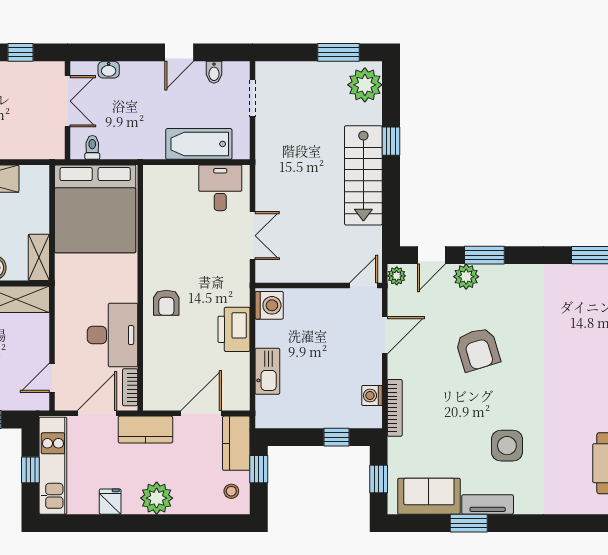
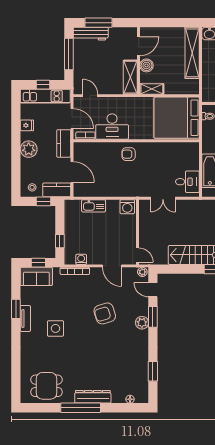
plant: (466, 277) -> (142, 323), moved
printer: (234, 329) -> (115, 189), removed
sofa: (429, 496) -> (36, 276), moved, turned 90

